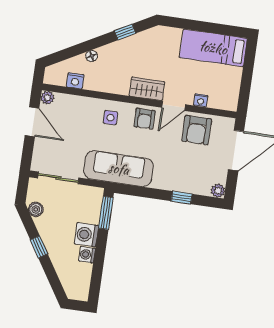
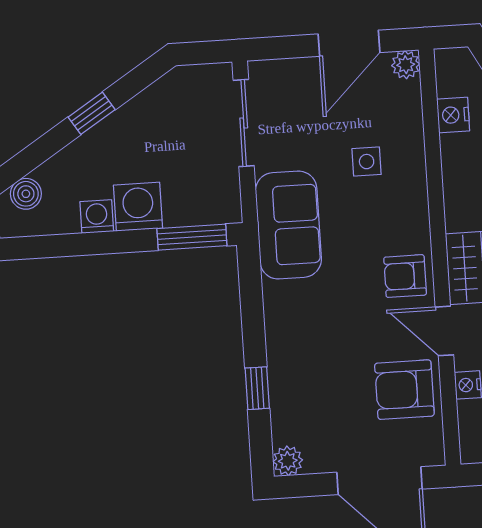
side table: (110, 118) -> (367, 162), moved
sofa: (119, 169) -> (288, 225), width x0.73
boiler: (36, 209) -> (26, 194), moved

